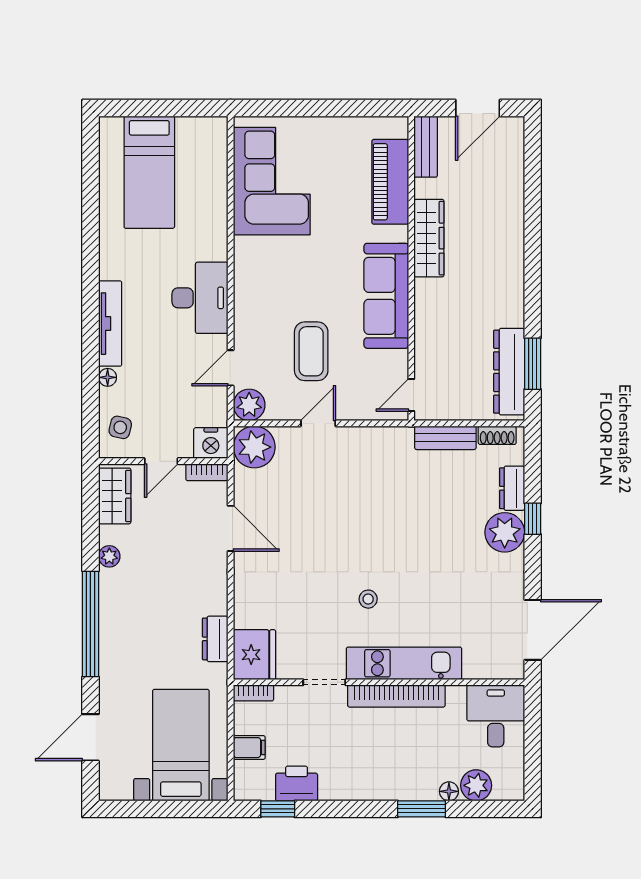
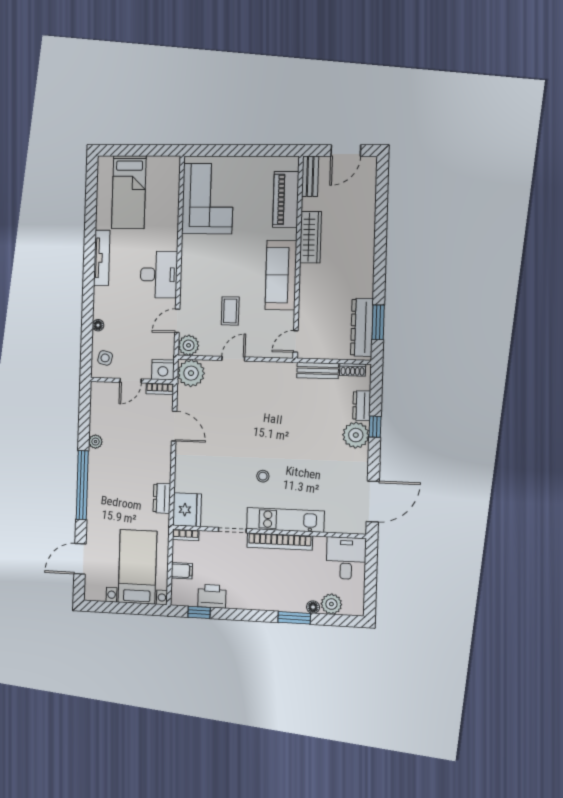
tv unit: (110, 324) -> (102, 258), moved
coffee table: (311, 351) -> (230, 311), width x0.73, depth x0.77
wardrobe: (115, 496) -> (100, 402), removed

